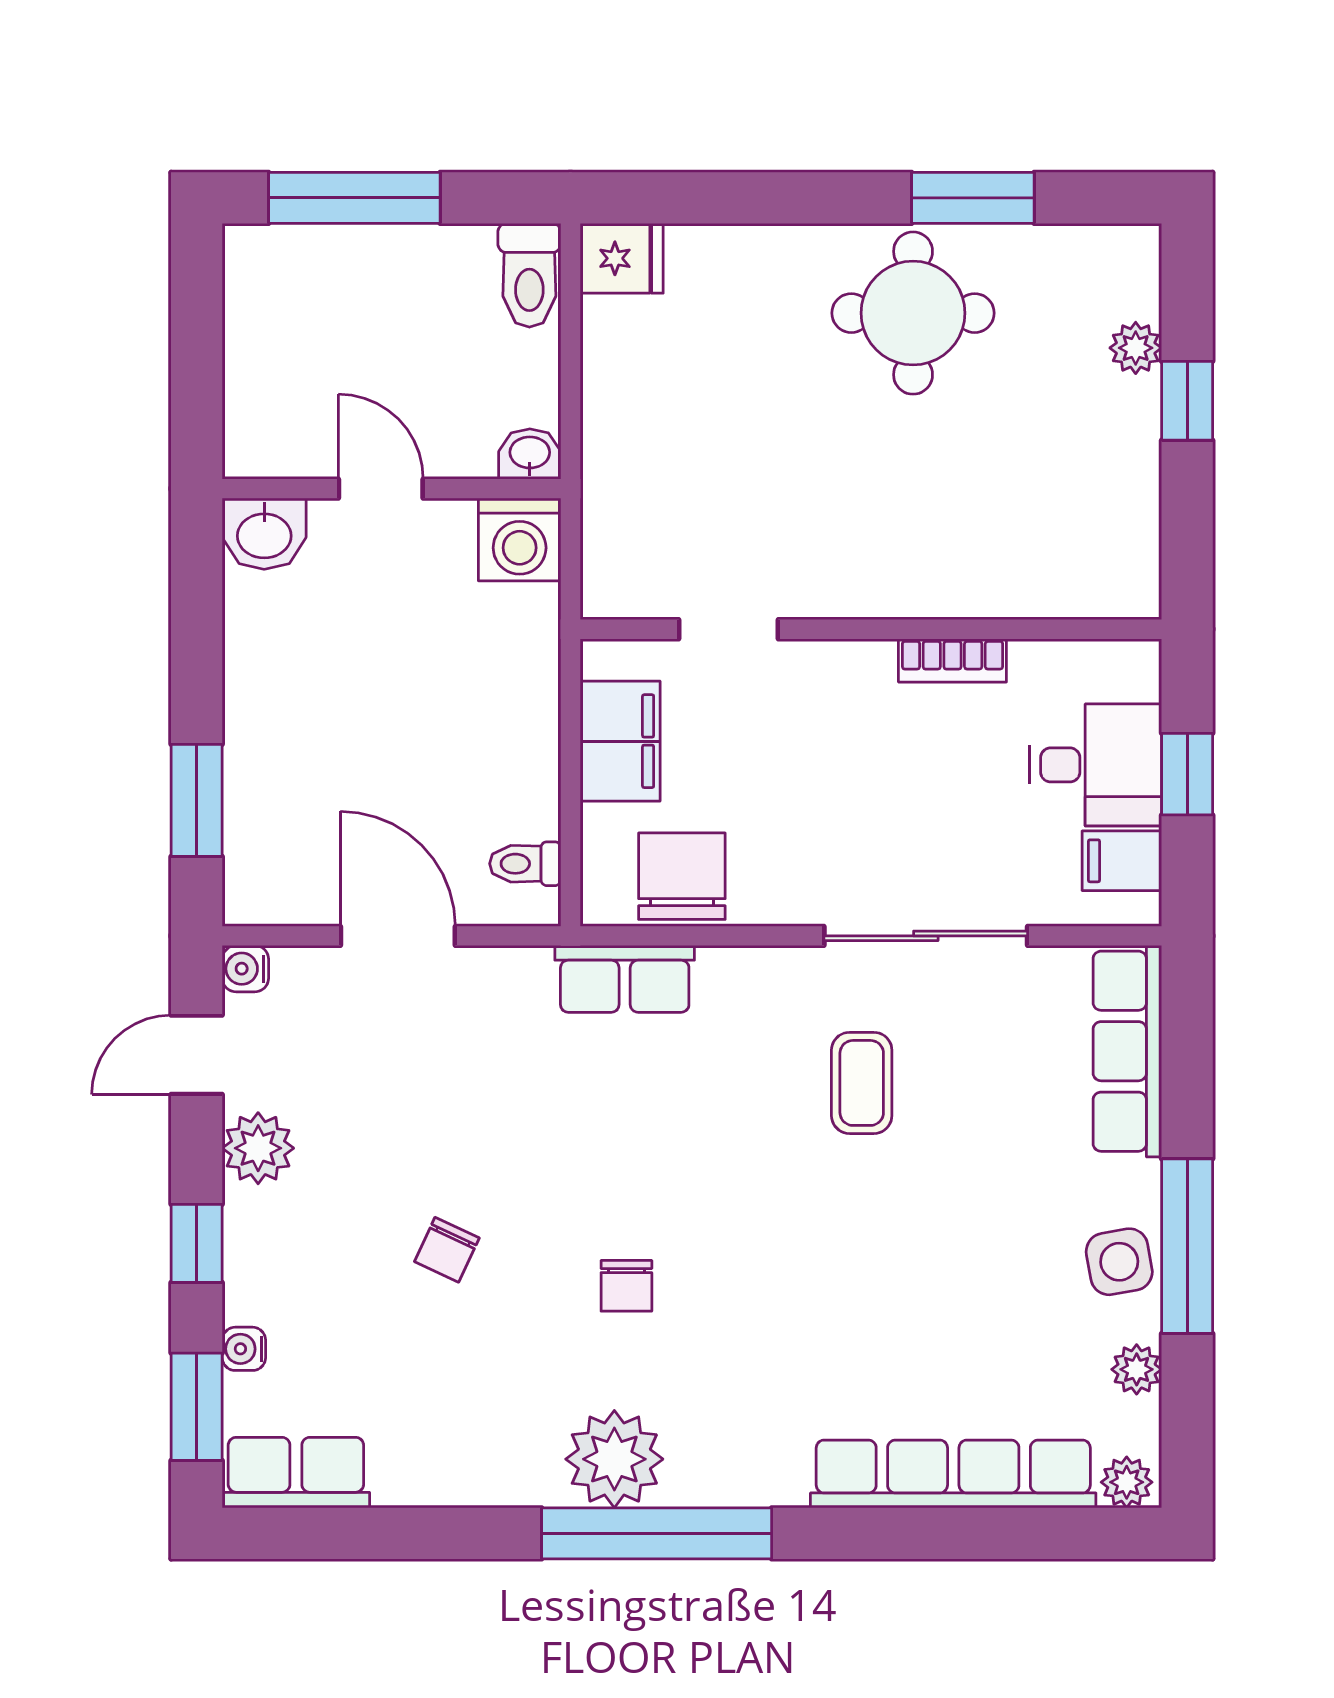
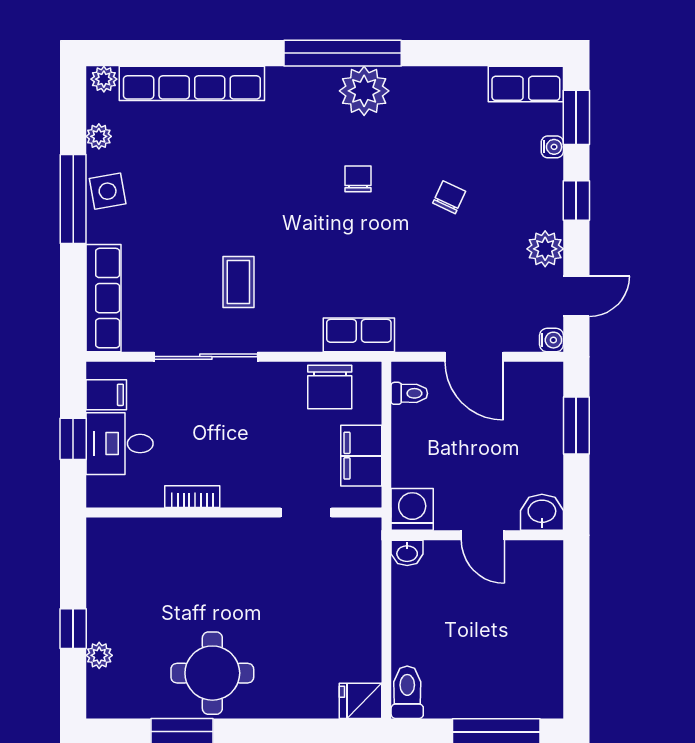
washbasin: (530, 454) -> (407, 553), moved
door: (381, 489) -> (483, 535), moved
wall: (392, 489) -> (477, 535), moved
washbasin: (264, 534) -> (542, 512), moved
washing machine: (520, 539) -> (412, 509), moved

